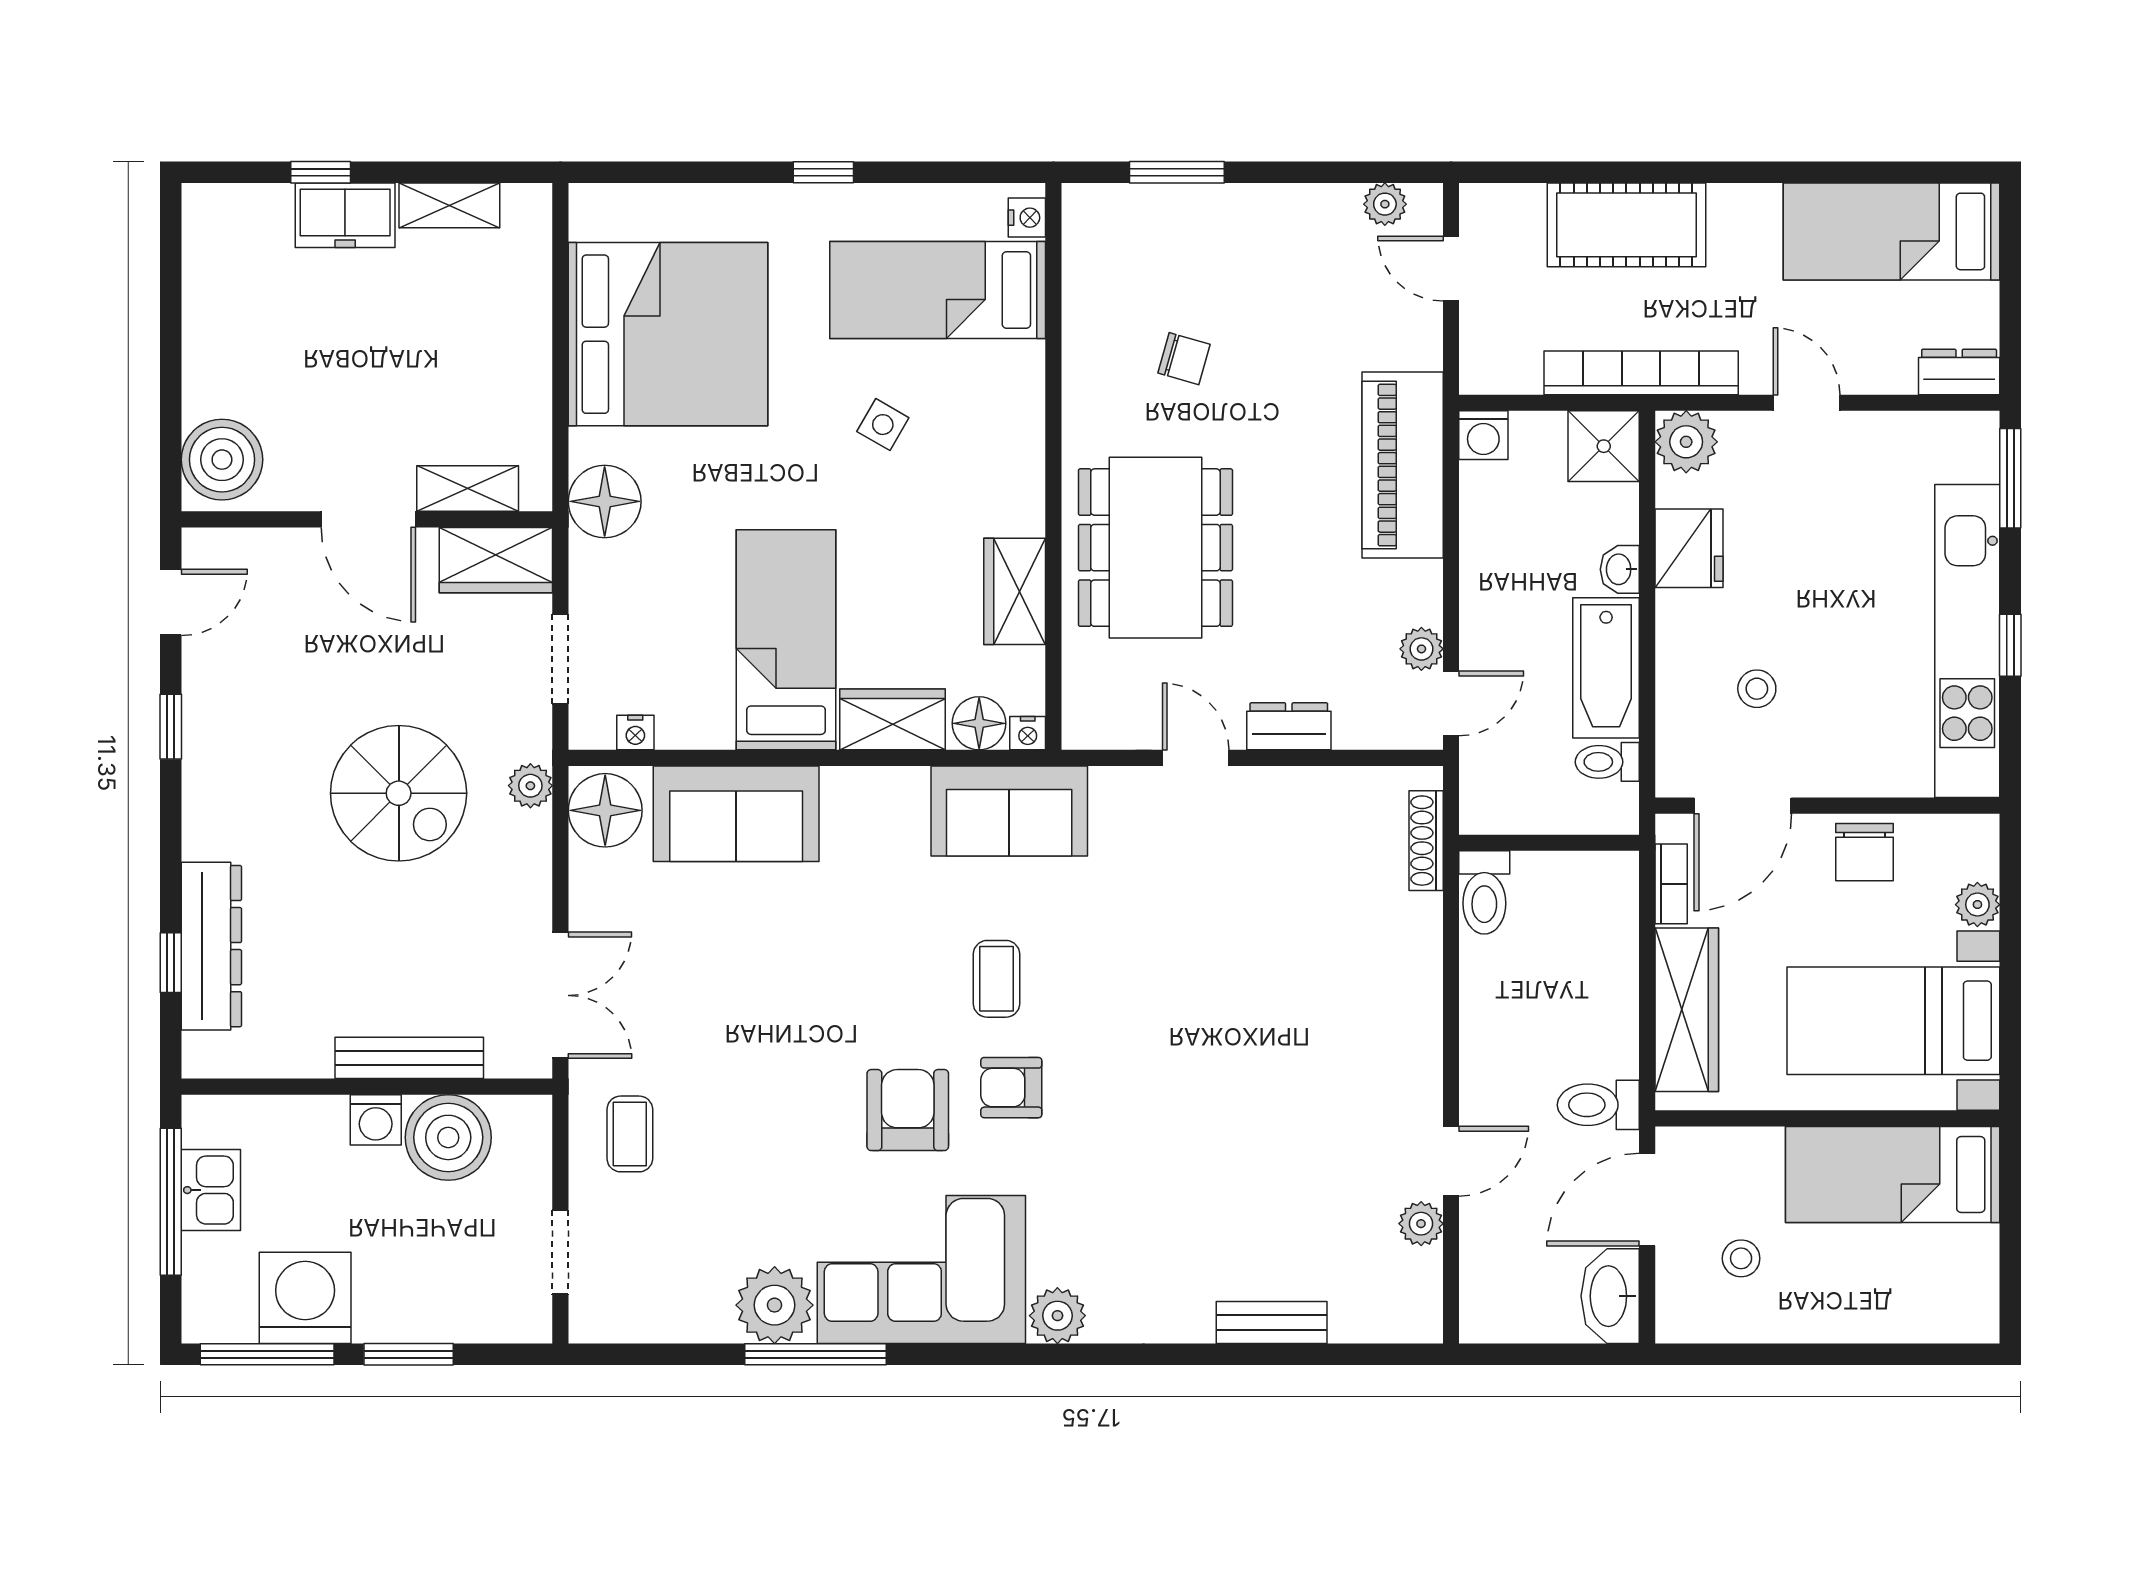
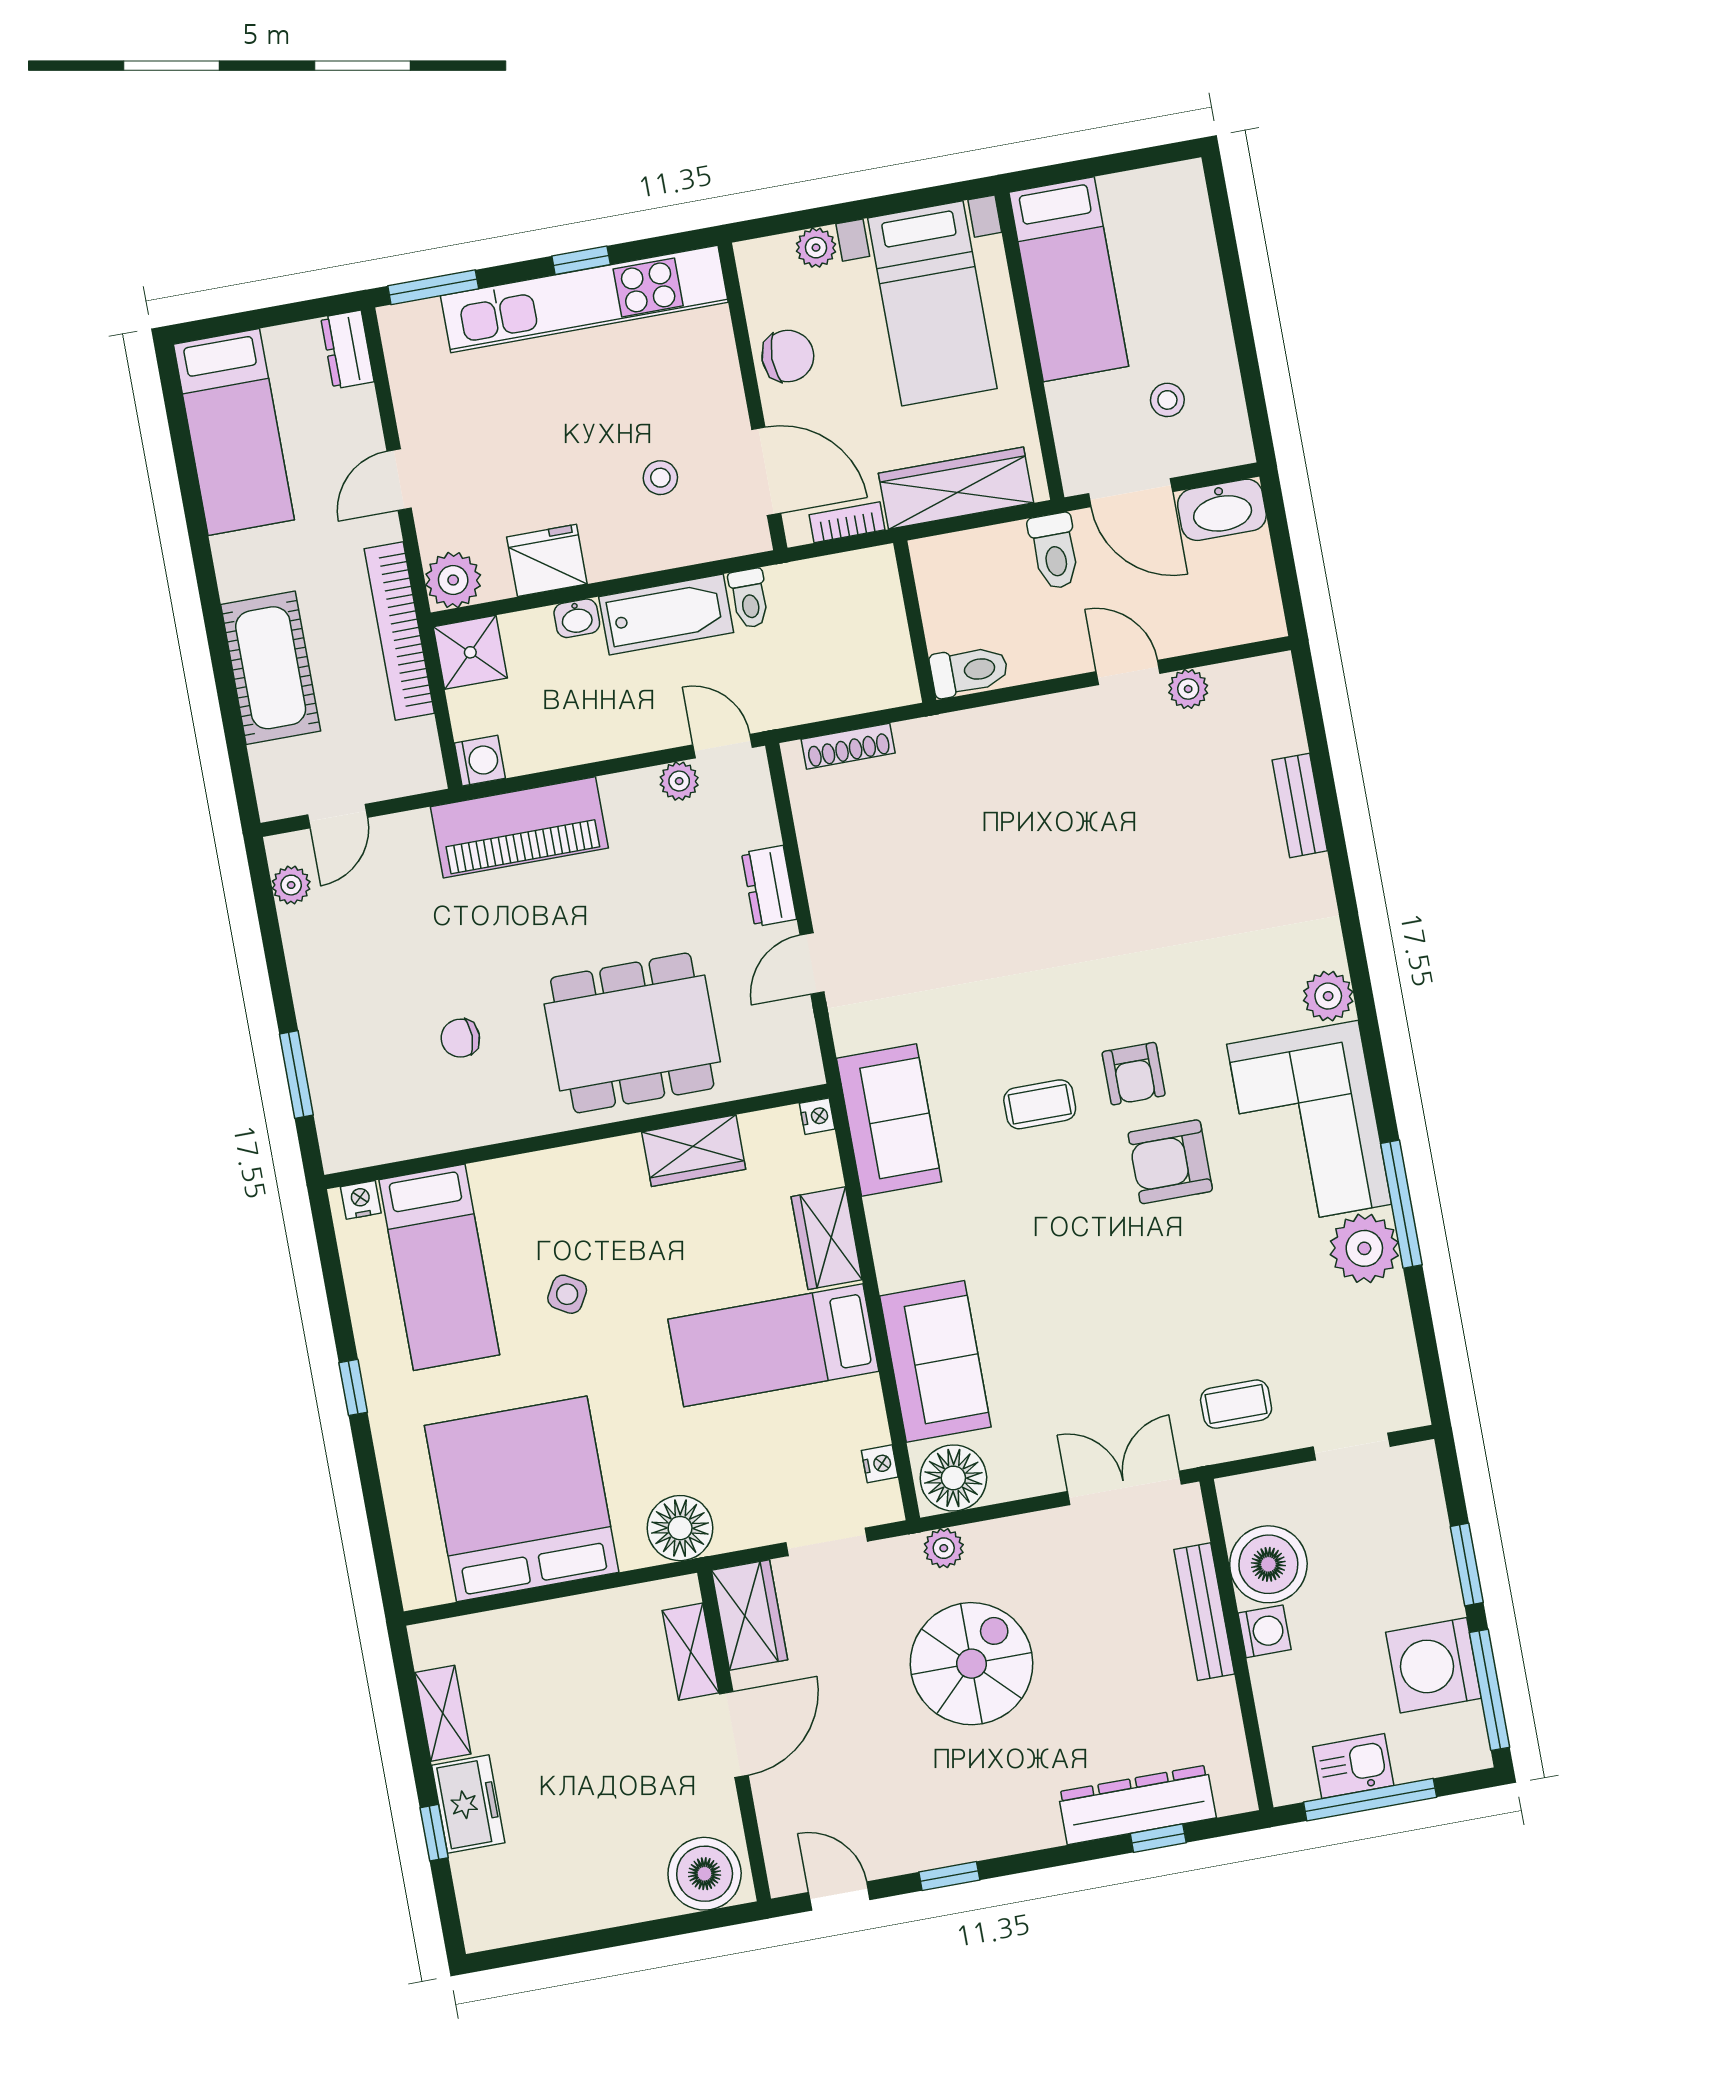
chair: (1184, 359) -> (460, 1038), turned -106
floor lamp: (979, 723) -> (816, 1161), removed
wall: (1549, 843) -> (915, 622), moved
toilet: (1484, 892) -> (969, 671), moved

